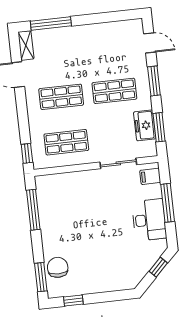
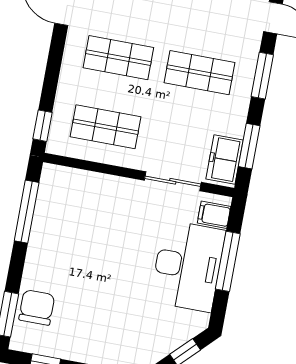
freezer: (145, 125) -> (225, 159), moved
desk: (149, 220) -> (188, 266), width x1.36, depth x1.30

